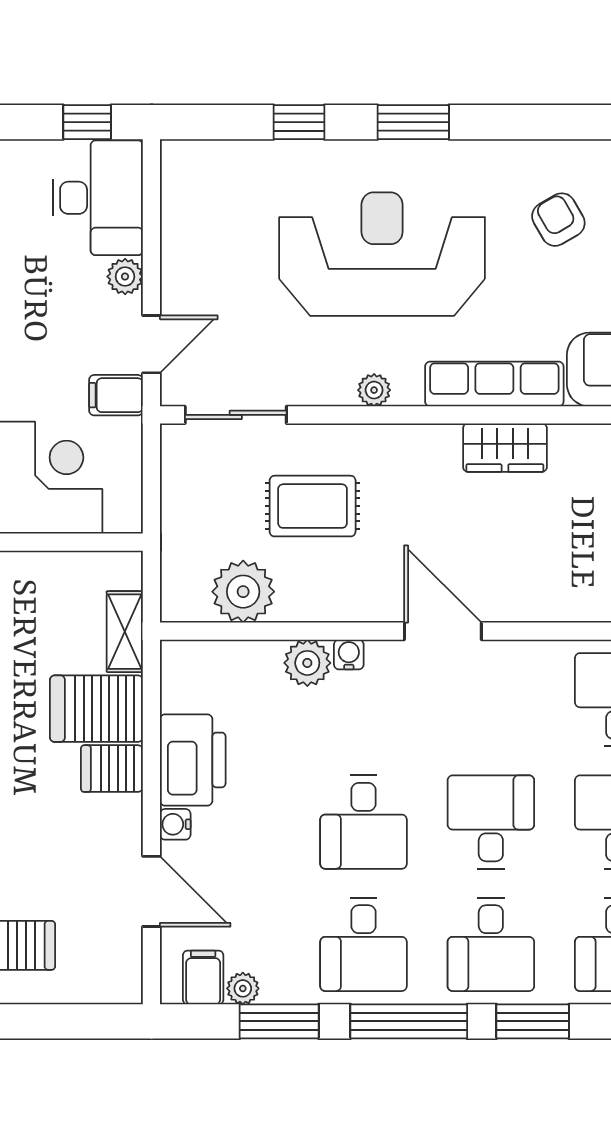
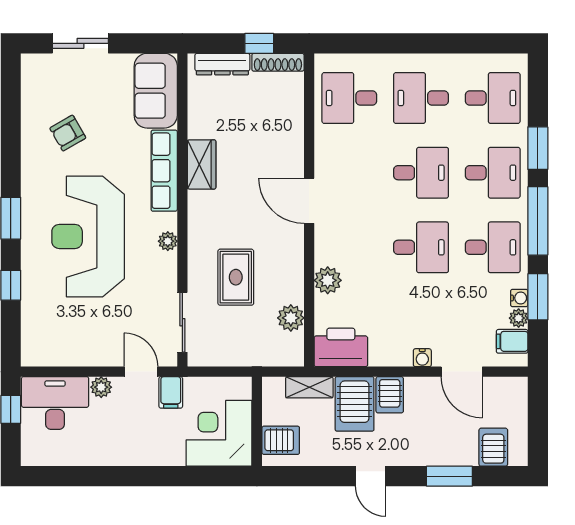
server rack: (34, 583) -> (281, 440), added
plant: (243, 592) -> (291, 318), width x0.73, depth x0.73
door: (443, 631) -> (309, 201), hinge flipped
water cooler: (349, 655) -> (519, 298), moved, turned 180
printer: (193, 760) -> (341, 347), moved
desk: (491, 822) -> (421, 173), turned 180
door: (151, 891) -> (462, 372), swing flipped

